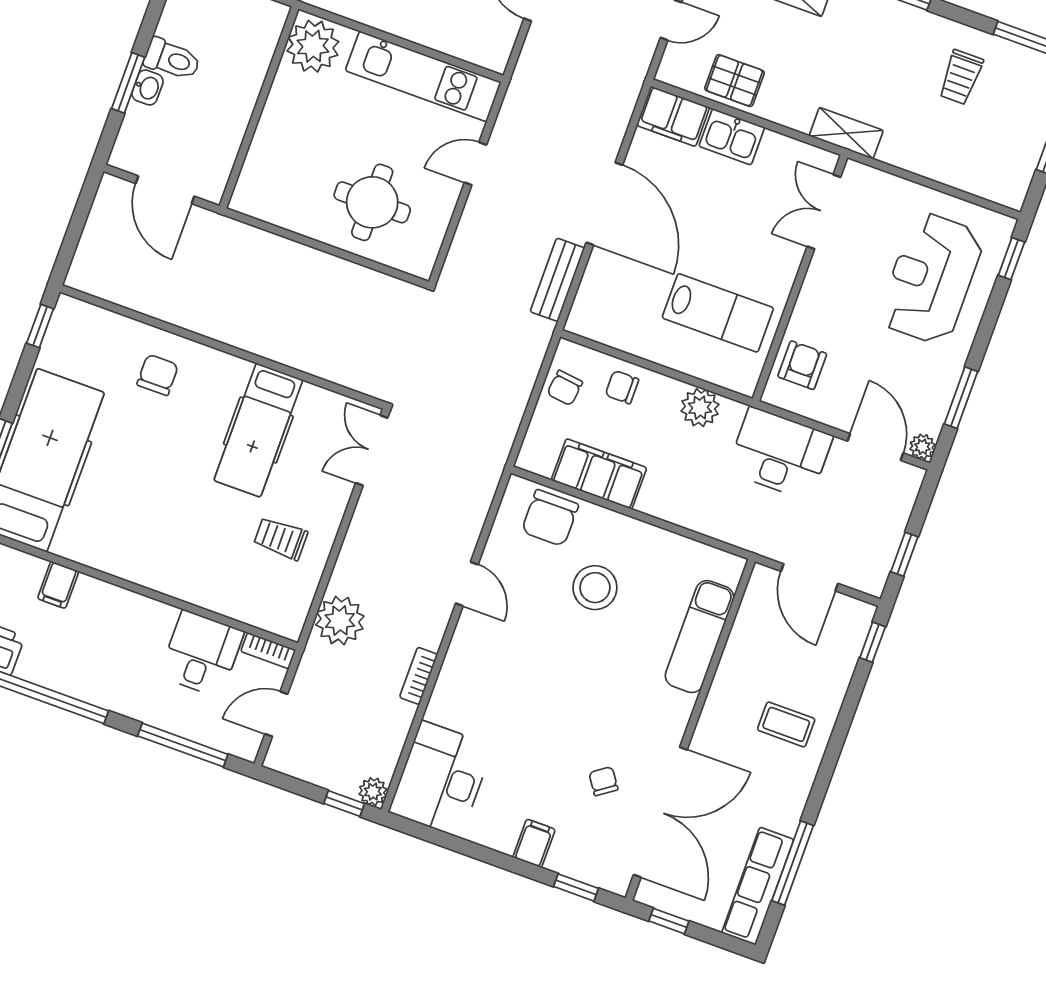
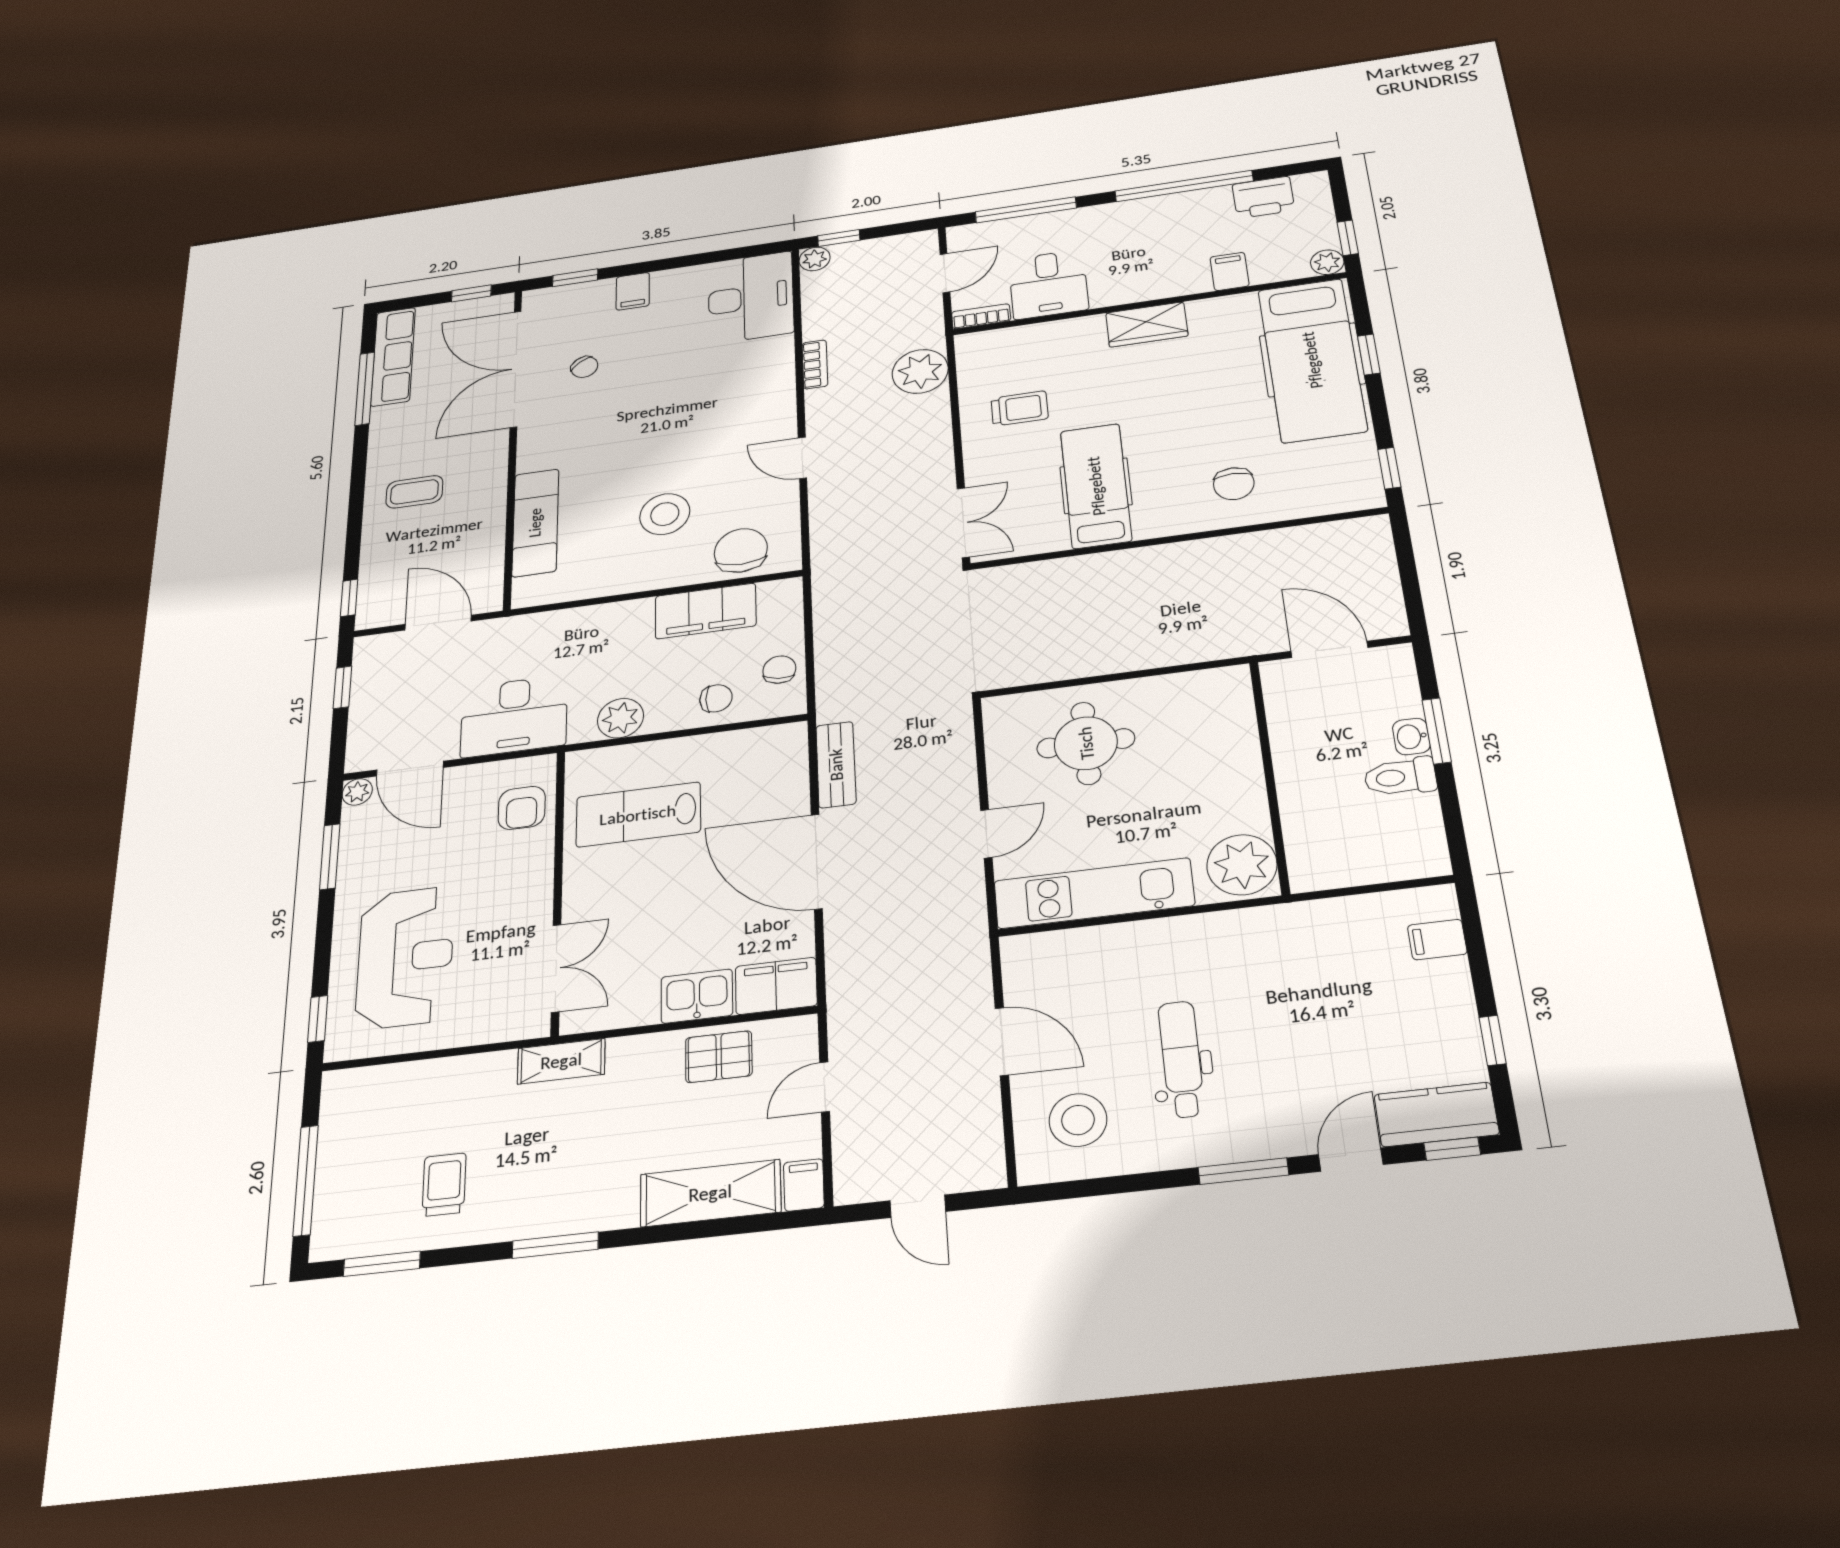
wardrobe: (146, 567) -> (1147, 324), added

